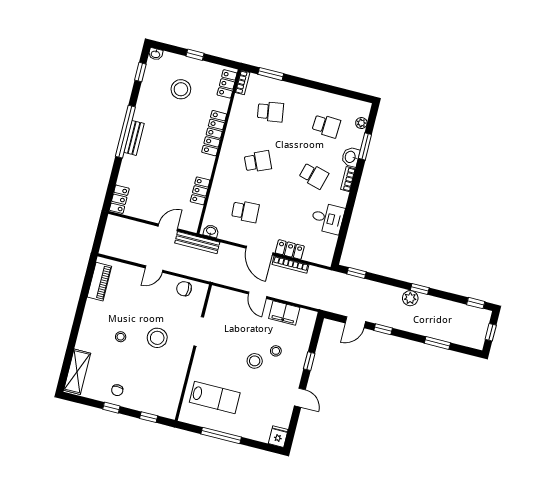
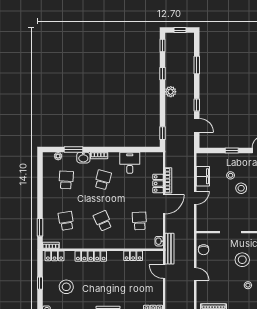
window: (420, 289) -> (163, 74), moved

